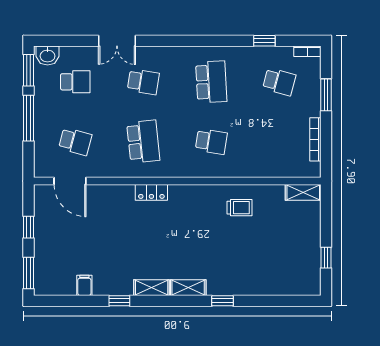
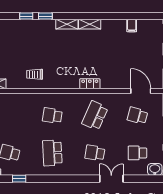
school desk: (143, 142) -> (95, 116), turned 30
window: (119, 301) -> (26, 16), moved

